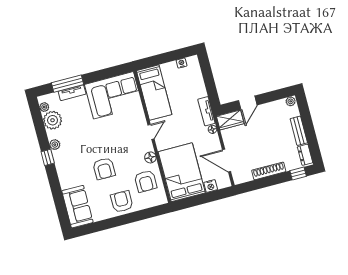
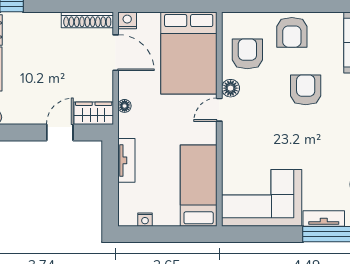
tv unit: (206, 111) -> (126, 160), moved
door: (151, 132) -> (219, 110), moved
shoe rack: (269, 171) -> (87, 20), moved
nightstand: (211, 186) -> (127, 20), moved

